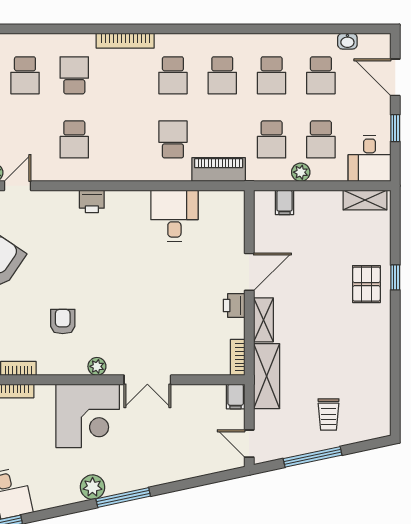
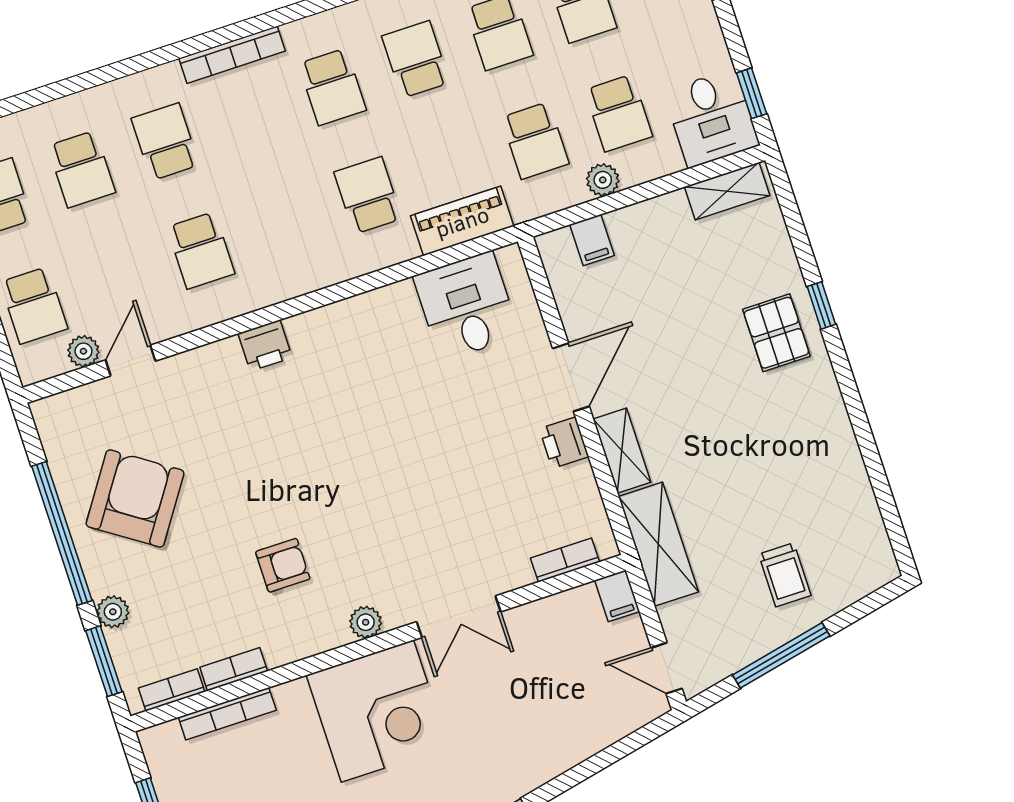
school desk: (222, 75) -> (416, 59), turned 180
window: (395, 128) -> (752, 93), moved
desk: (174, 216) -> (466, 306), moved
armchair: (63, 322) -> (283, 565), turned 90
bookcase: (238, 357) -> (565, 560), moved, turned 90

